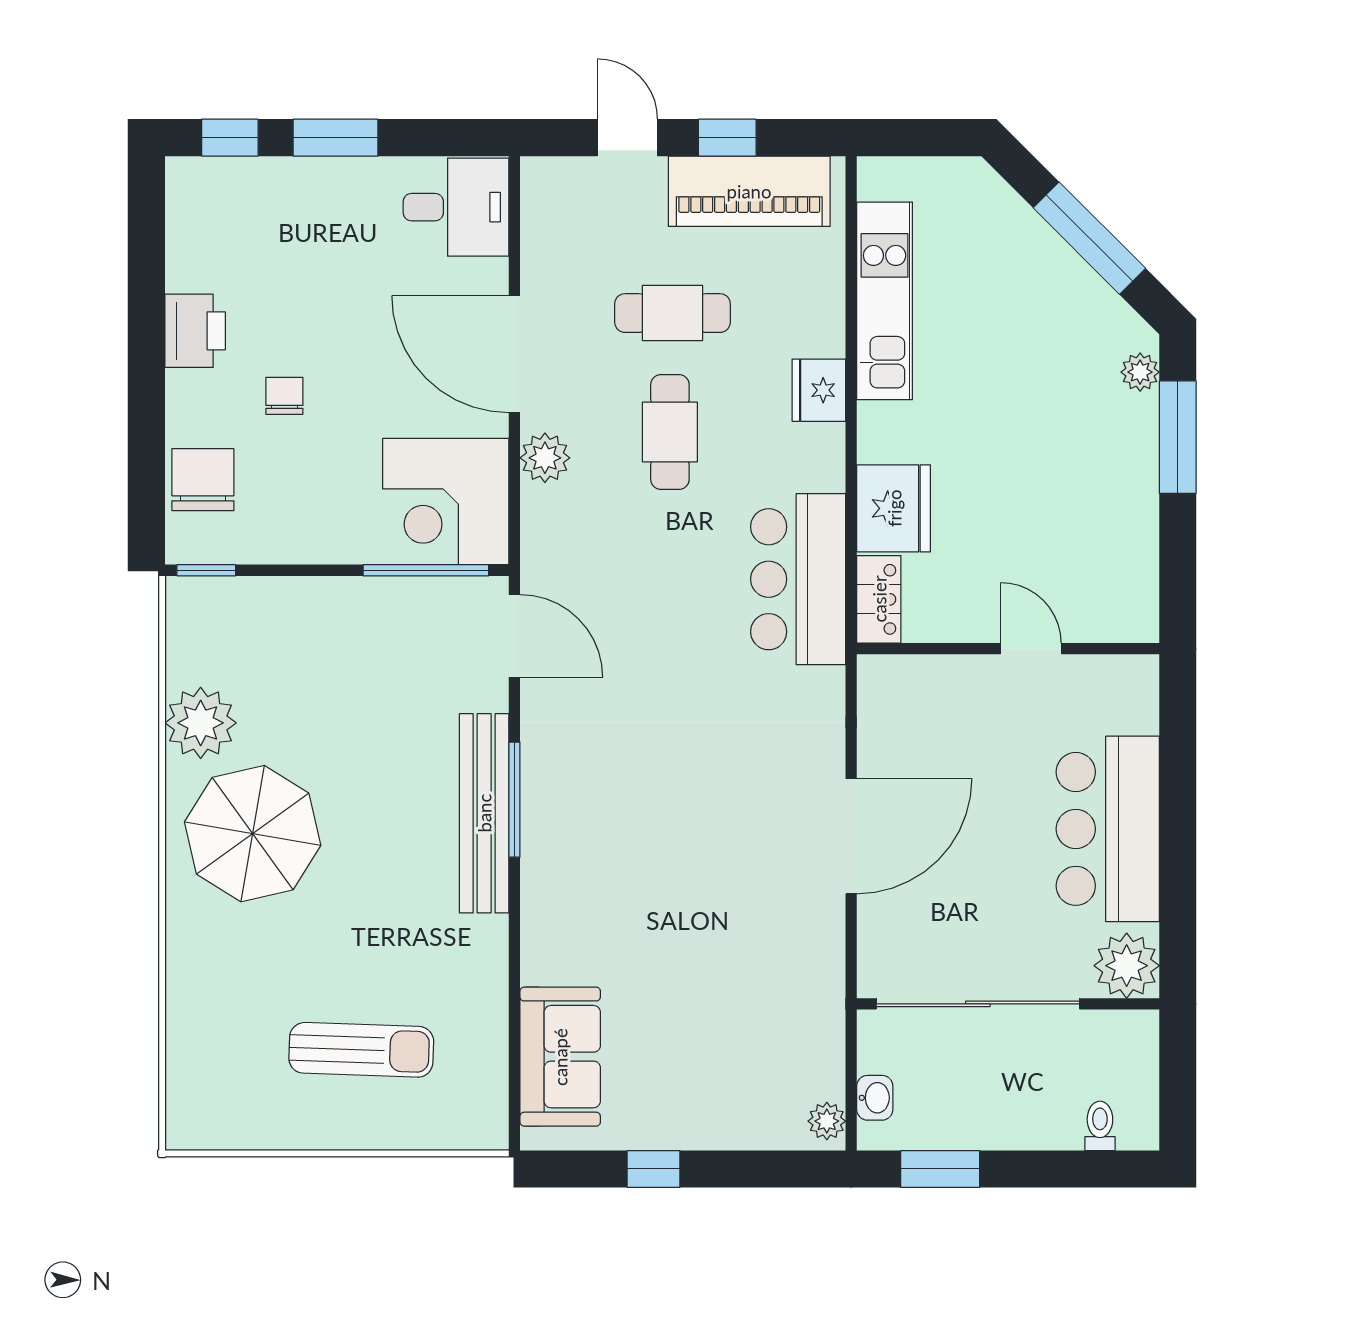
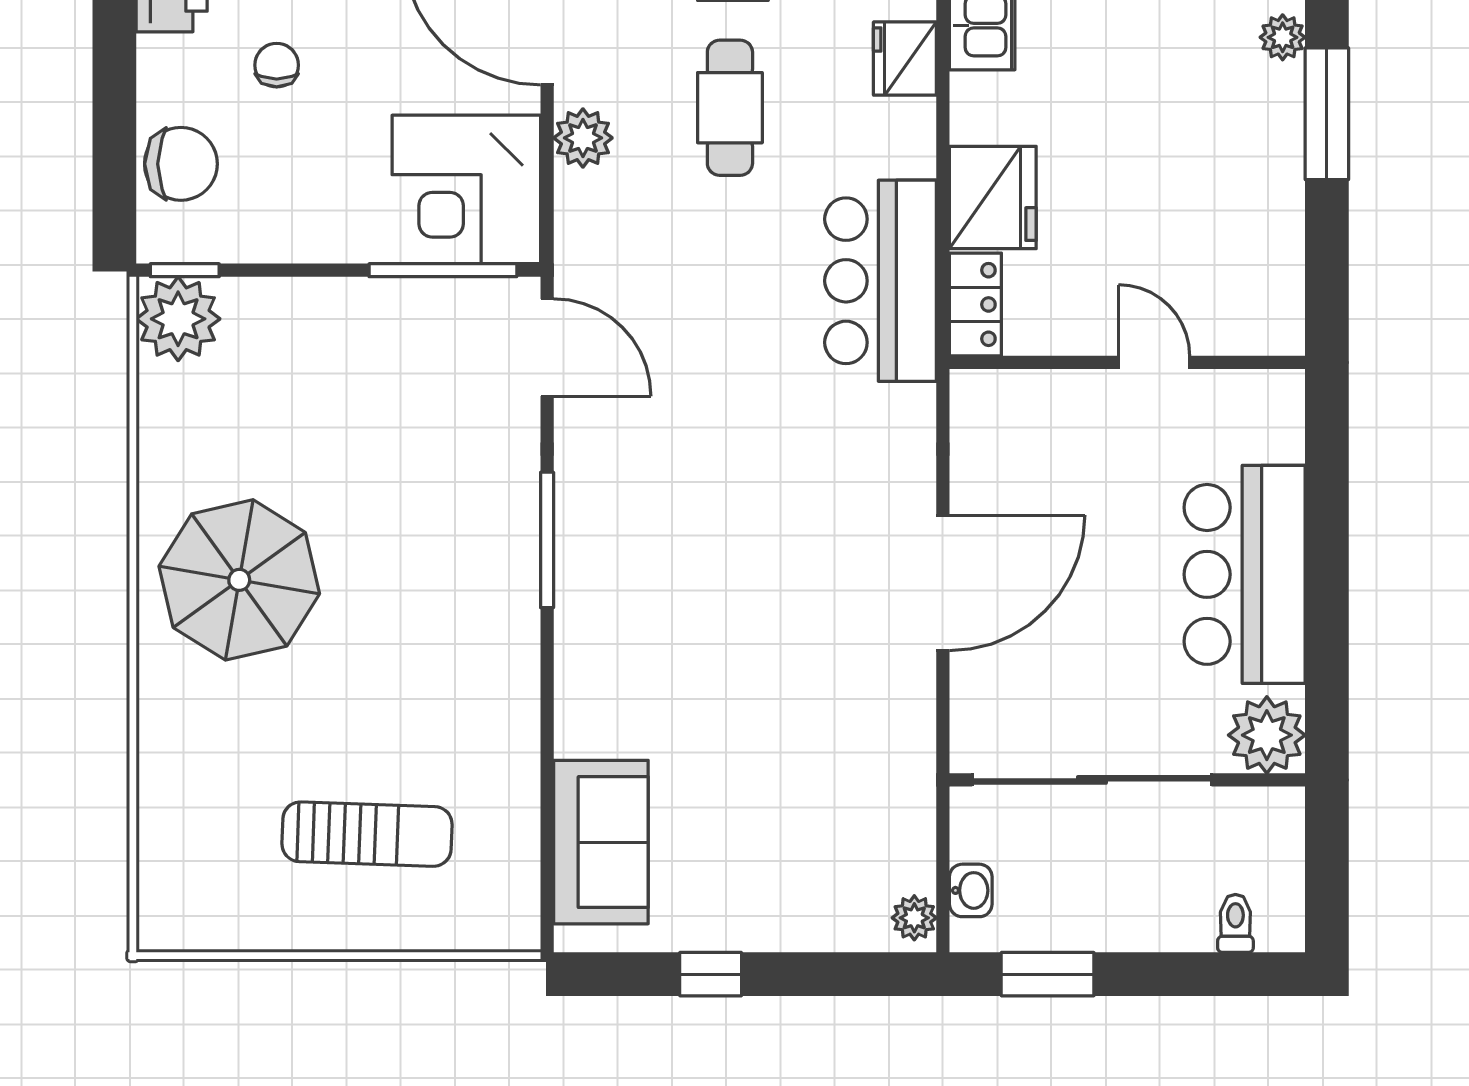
chair: (203, 480) -> (181, 164), turned 90
plant: (201, 723) -> (178, 319), moved
bench: (484, 813) -> (511, 556), removed

